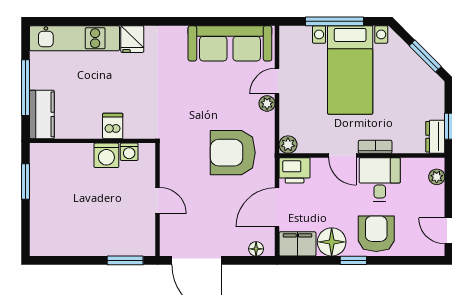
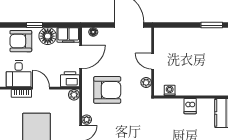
dishwasher: (113, 126) -> (190, 106), moved
washing machine: (106, 155) -> (183, 88), removed
plant: (168, 165) -> (146, 83), added
armchair: (376, 234) -> (21, 41), turned 90
window: (125, 260) -> (212, 25), moved

